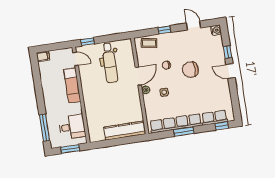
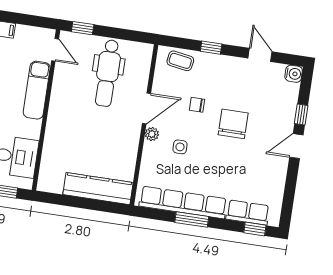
chair: (190, 70) -> (233, 124), turned 90
door: (230, 71) -> (296, 146), hinge flipped

